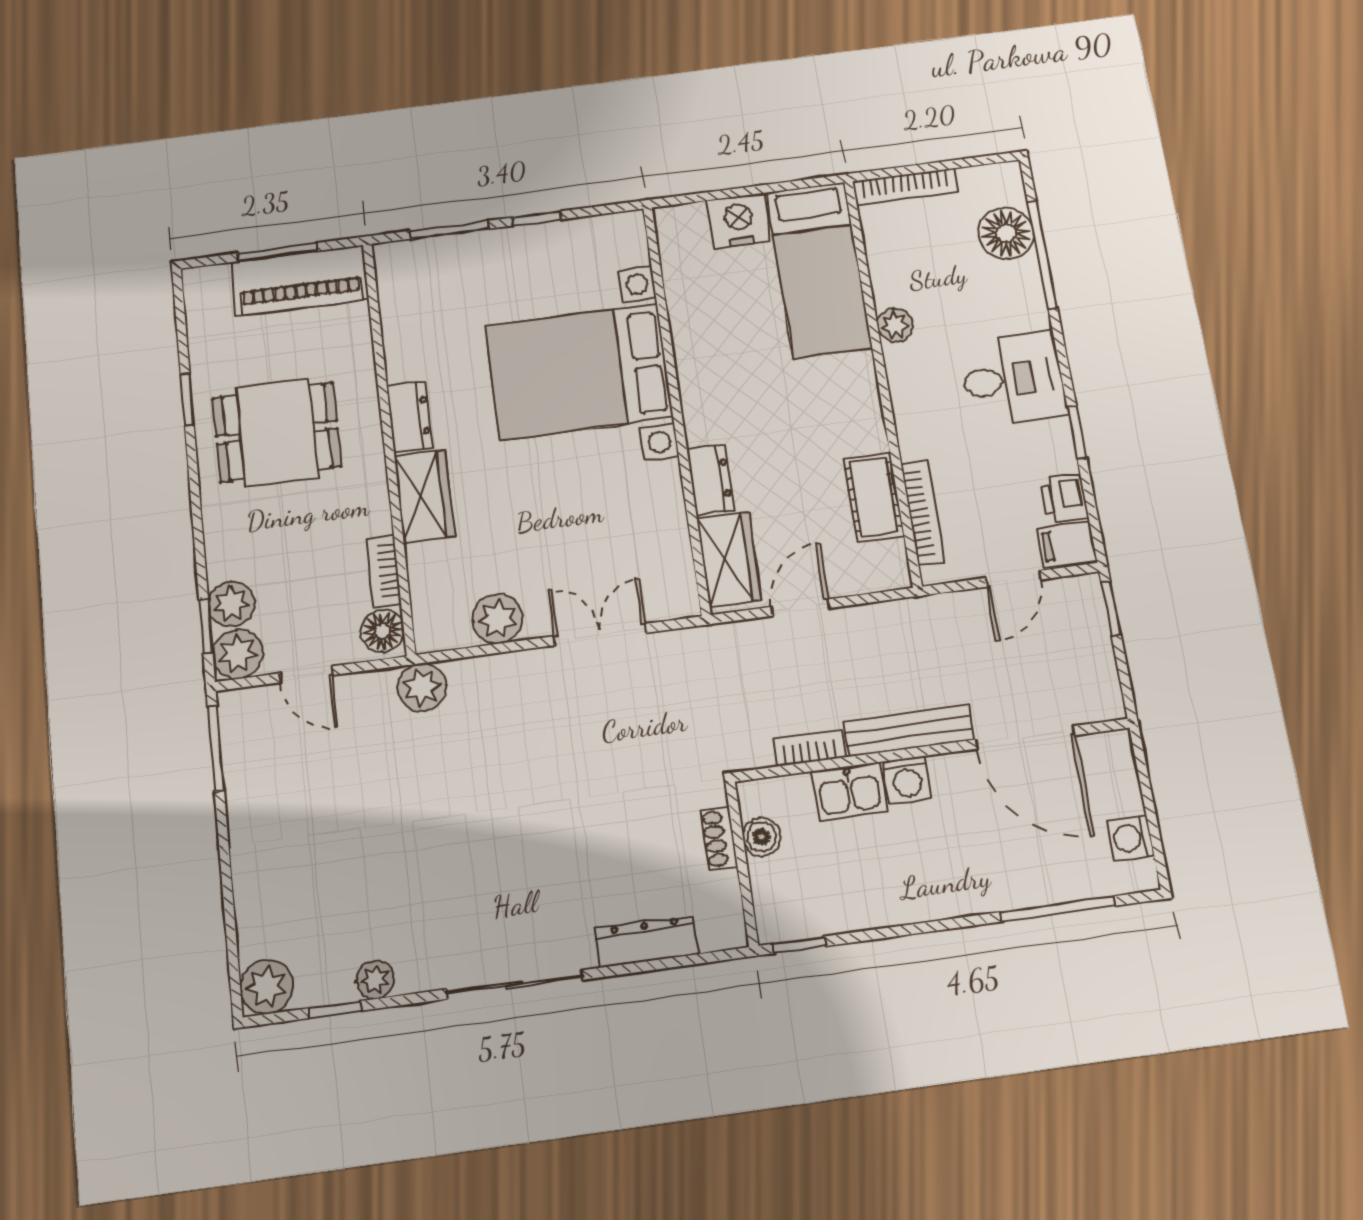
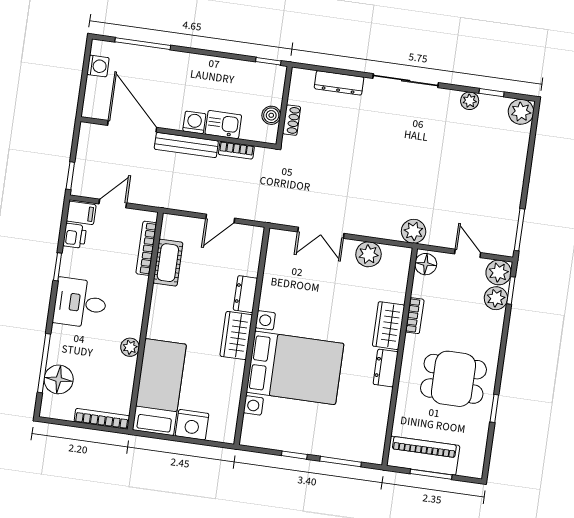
wardrobe: (729, 559) -> (236, 335), moved
bookcase: (384, 571) -> (415, 316), moved

